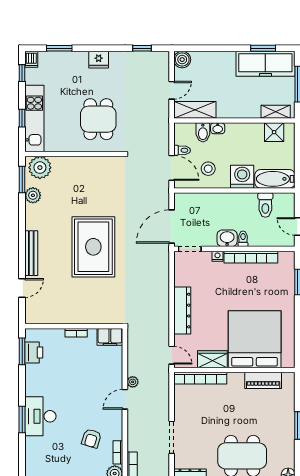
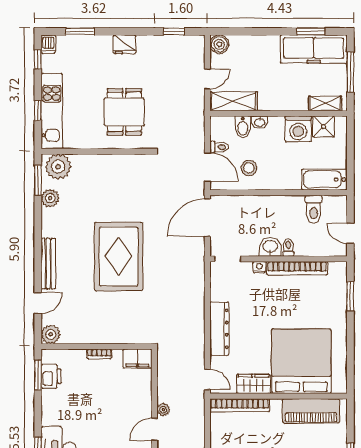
washing machine: (242, 177) -> (298, 129), moved, turned 180
door: (172, 227) -> (207, 218), moved
plant: (33, 316) -> (51, 334), added
piano: (263, 380) -> (311, 411), width x1.37, depth x1.33

